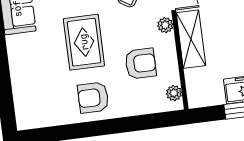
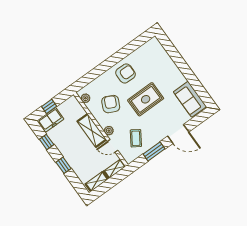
rug: (84, 42) -> (146, 99), turned 90
armchair: (141, 64) -> (111, 104), turned 116

